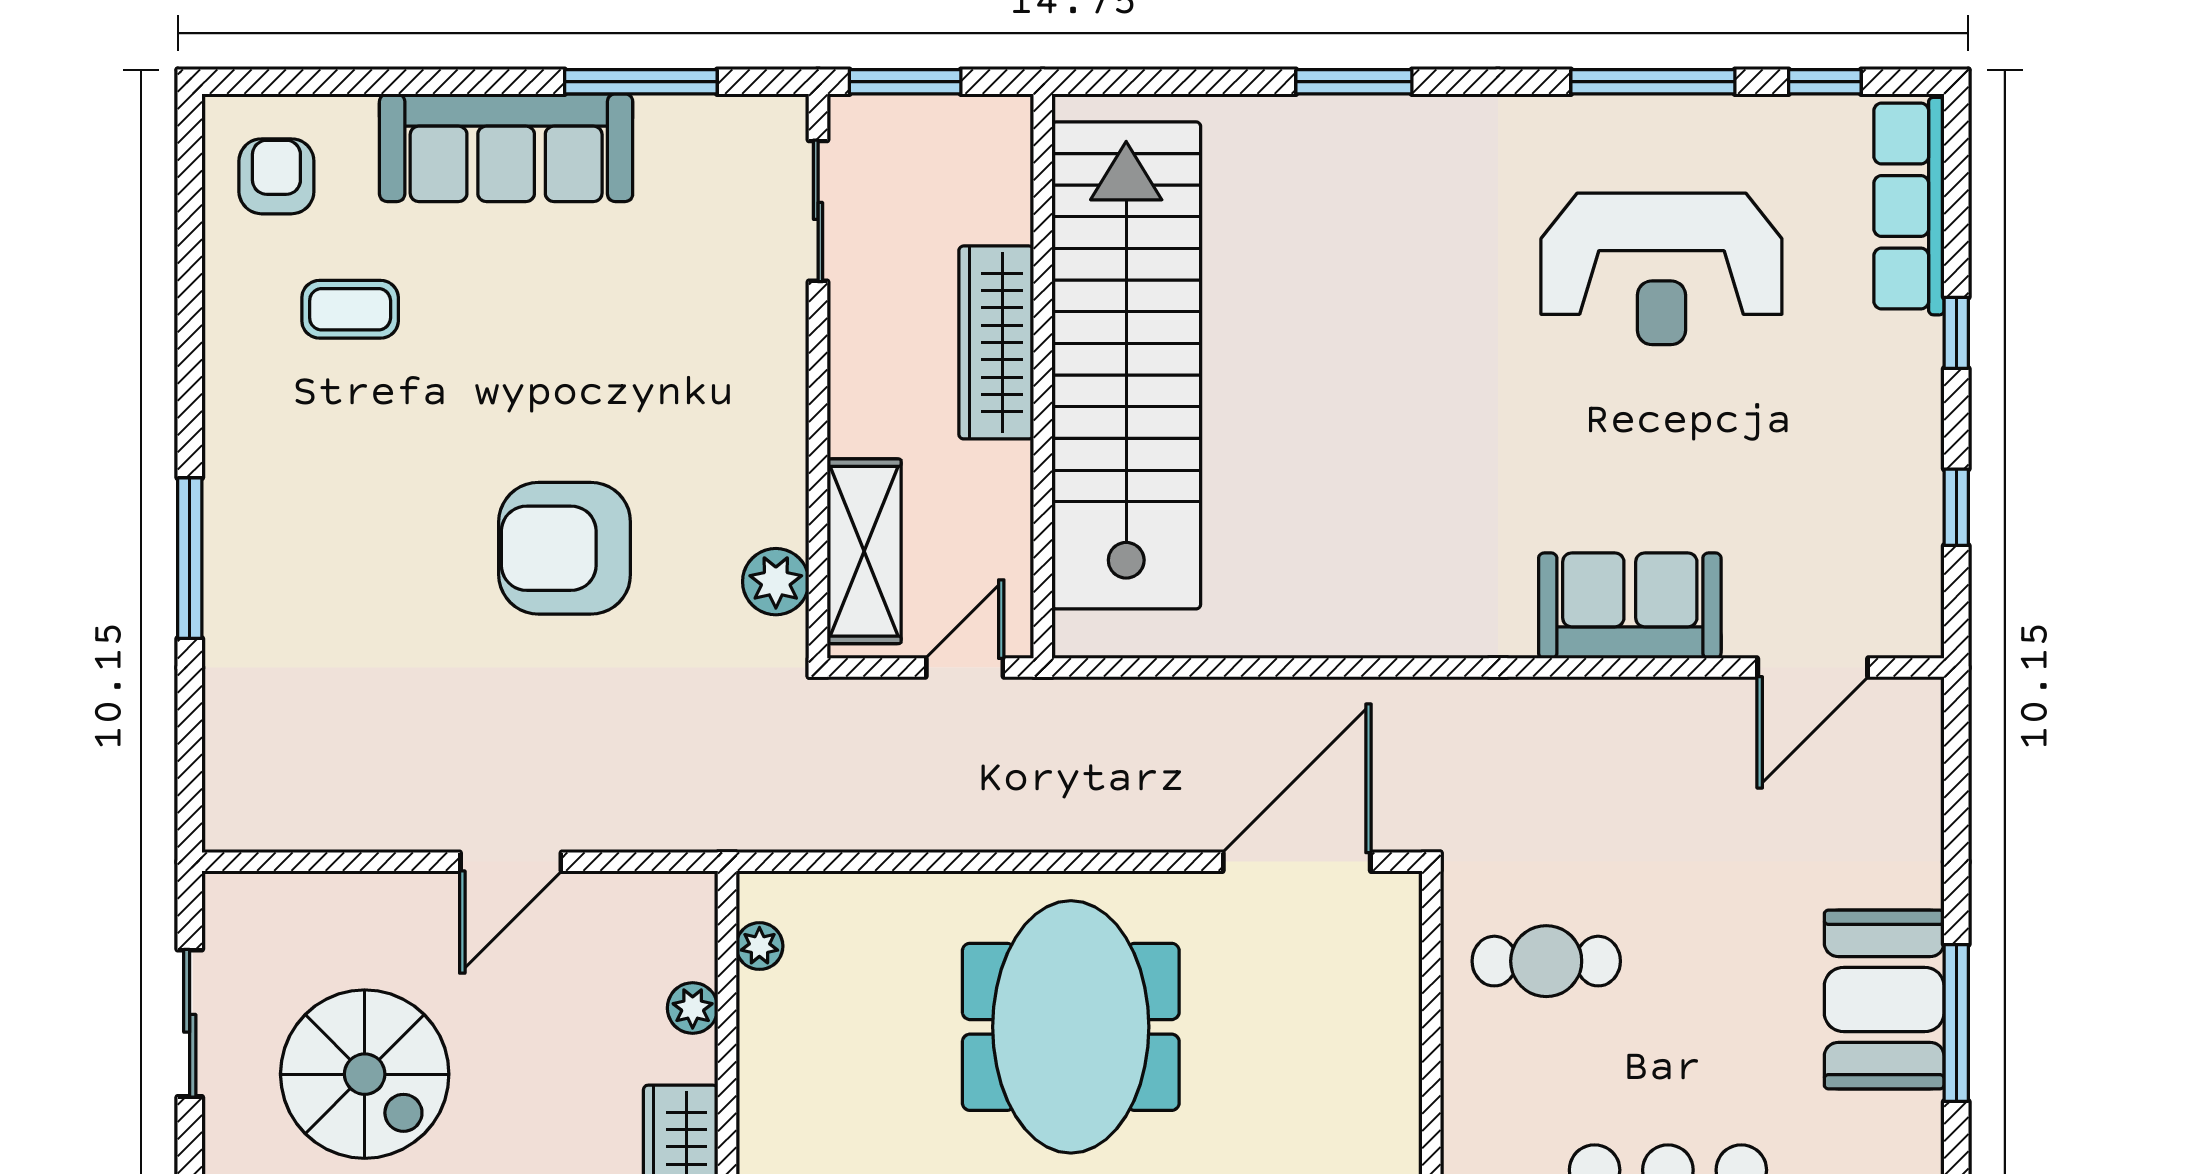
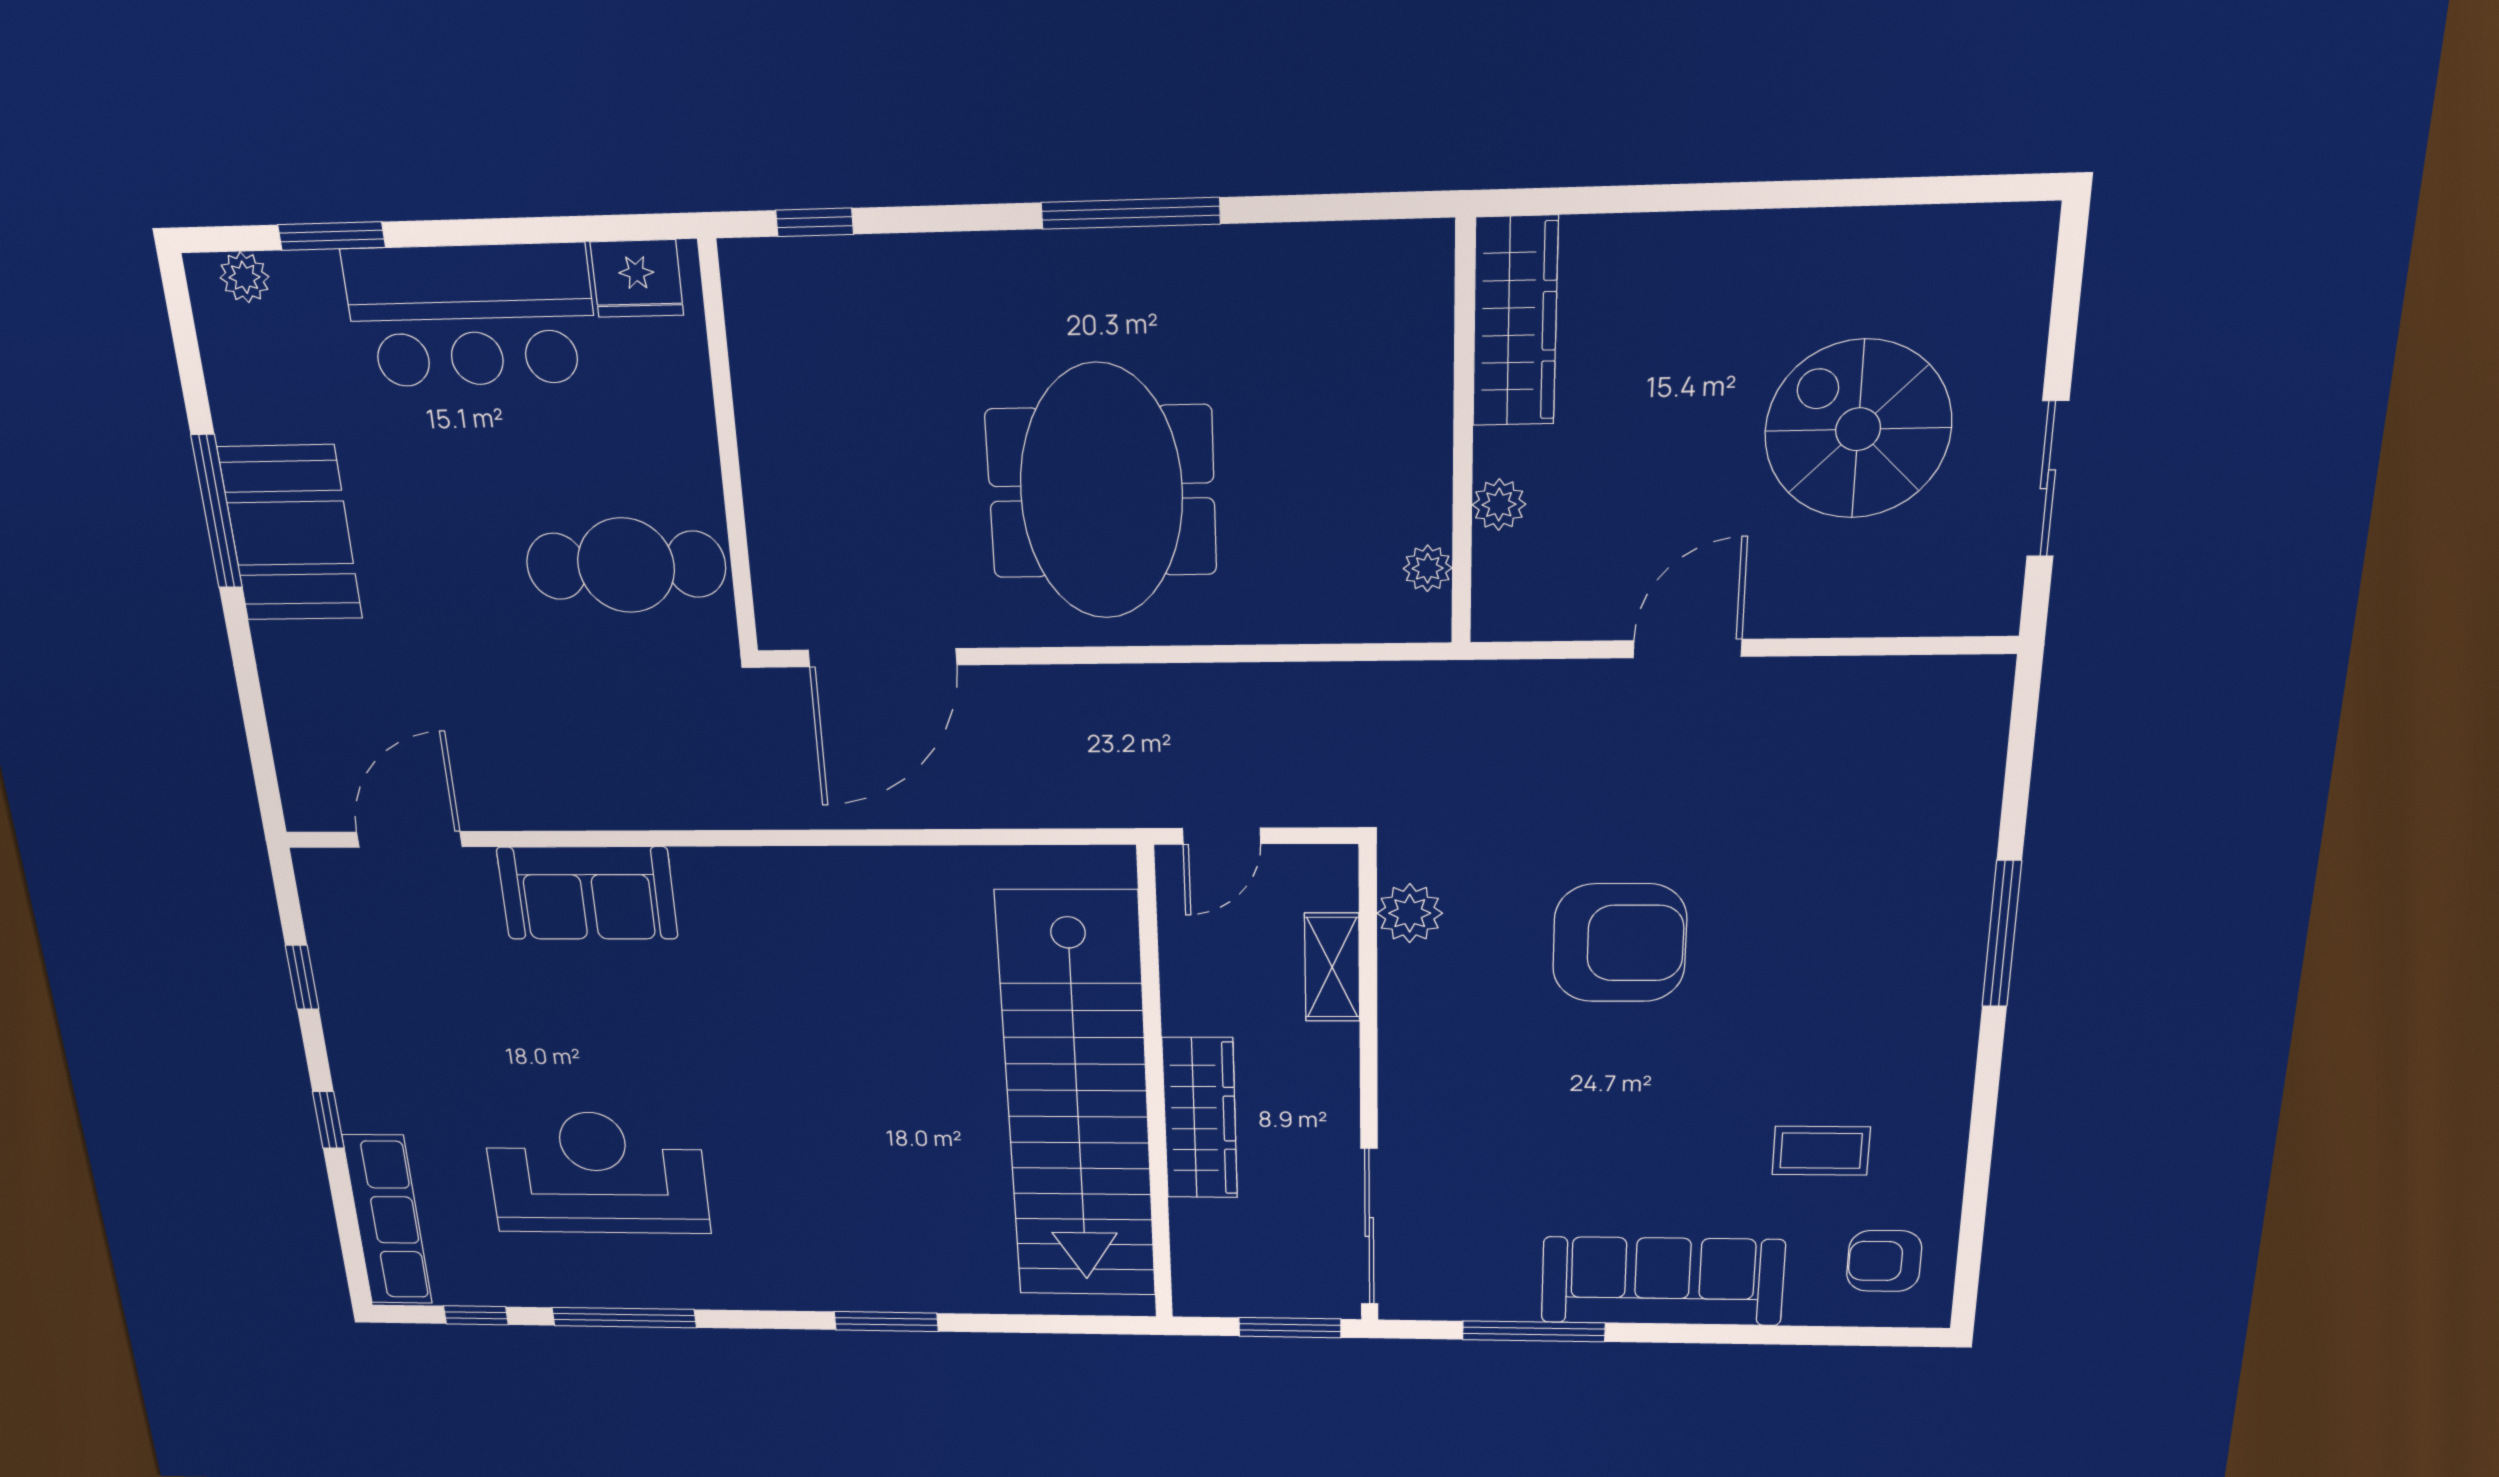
armchair: (276, 176) -> (1884, 1261), turned 90
sliding door: (818, 211) -> (1369, 1227), width x1.37
shelving: (864, 551) -> (1332, 967), width x0.67, depth x0.75
cafe table: (1546, 961) -> (626, 565), width x1.37, depth x1.35

